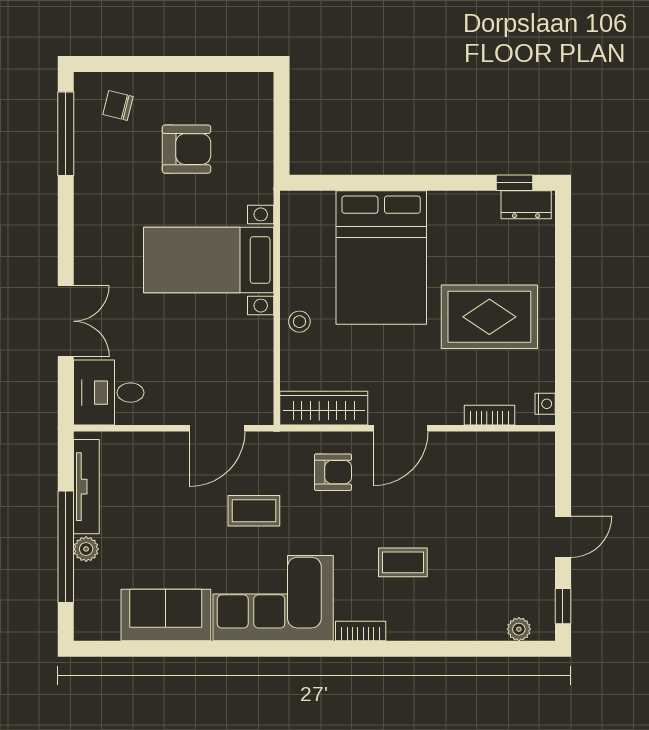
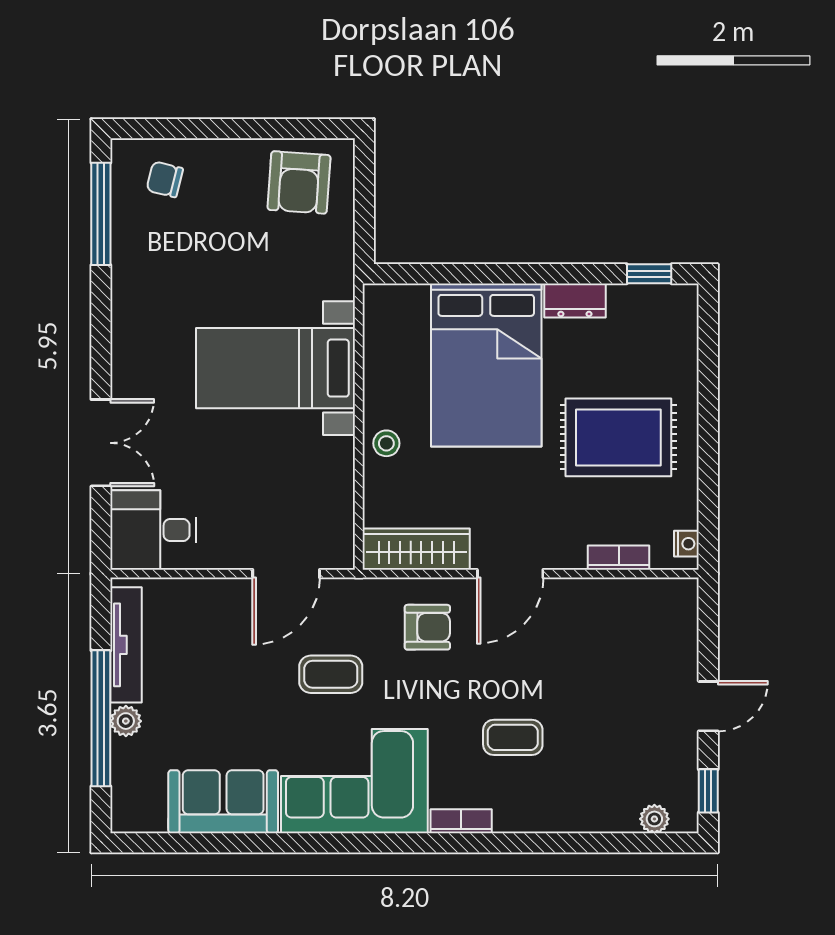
armchair: (186, 149) -> (299, 182), moved, turned 94
dresser: (526, 205) -> (575, 301), moved

